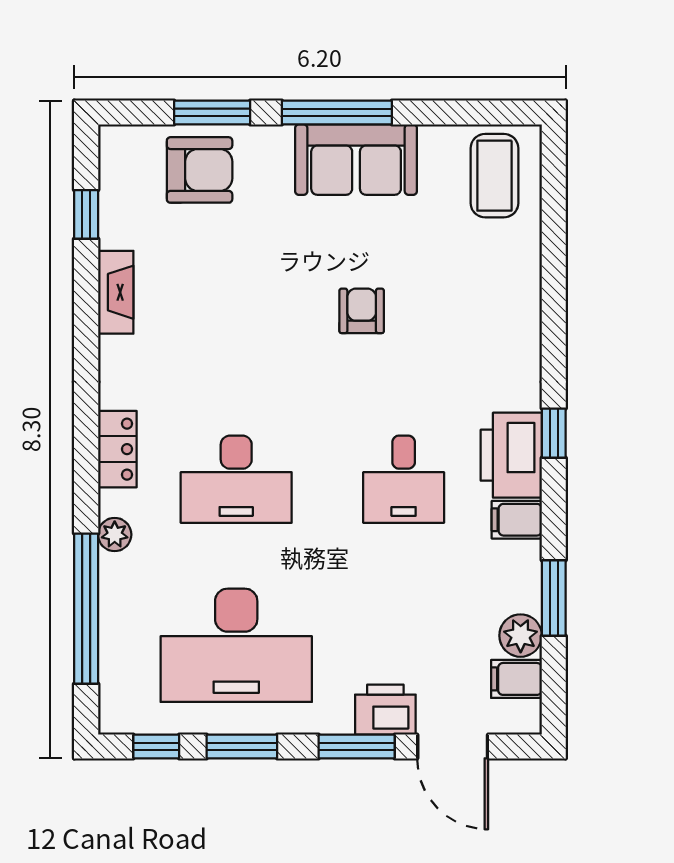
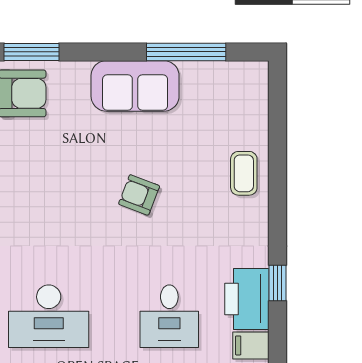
window: (337, 112) -> (186, 52), moved
coffee table: (494, 176) -> (244, 173), moved, width x0.73, depth x0.77
armchair: (362, 311) -> (139, 195), turned -69

